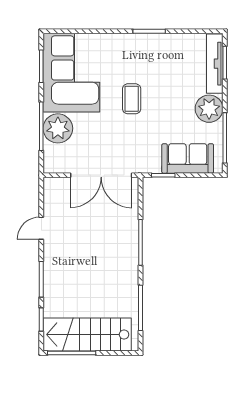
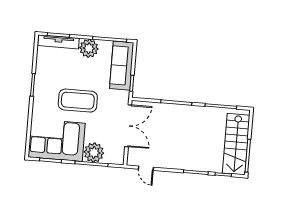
coffee table: (132, 99) -> (78, 101), width x1.86, depth x1.72
sofa: (188, 158) -> (122, 66), width x1.36
door: (41, 228) -> (146, 168), moved

